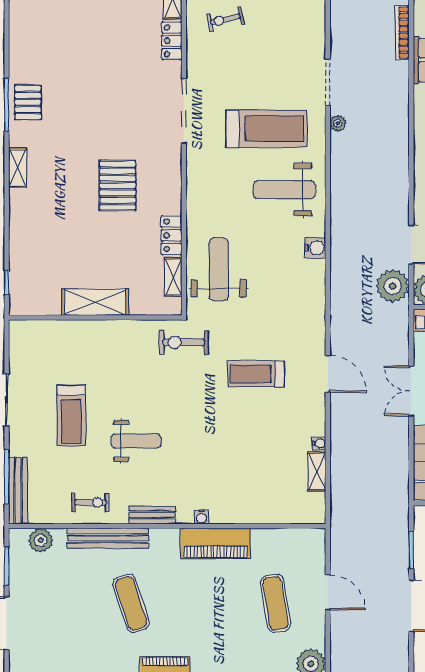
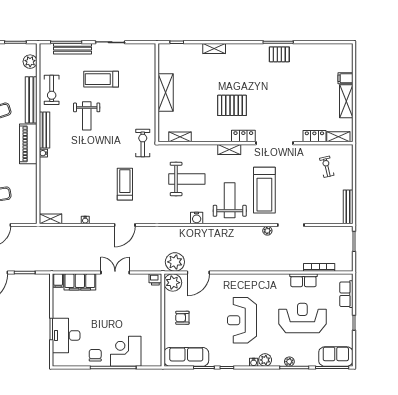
shelving: (18, 168) -> (214, 48), moved
shelving: (195, 190) -> (229, 149), added
locker: (171, 235) -> (243, 136), moved
weight bench: (219, 269) -> (187, 179), moved
shelving: (317, 472) -> (51, 219), moved
bench: (18, 491) -> (72, 49), moved
exercise bike: (90, 502) -> (52, 90), width x1.38, depth x1.39
bench: (152, 515) -> (44, 130), width x1.36
piano: (215, 543) -> (28, 144), moved

